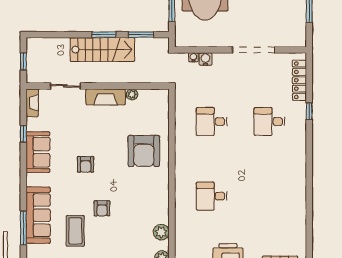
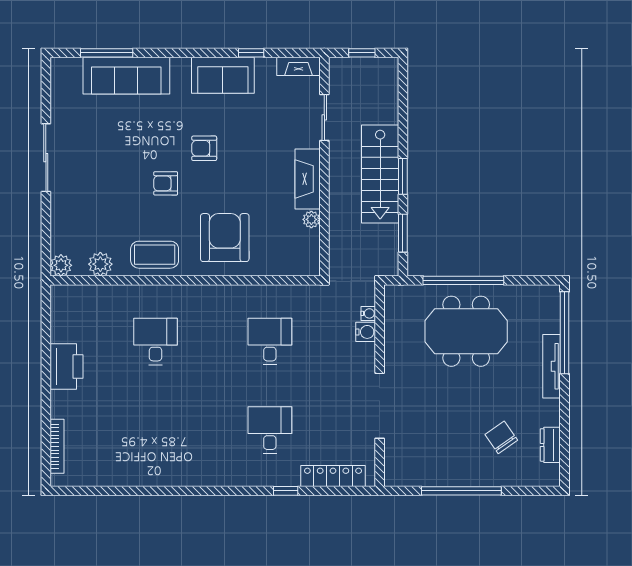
armchair: (144, 151) -> (225, 238), turned 90
armchair: (102, 208) -> (166, 183), moved
coffee table: (75, 231) -> (155, 255), moved

